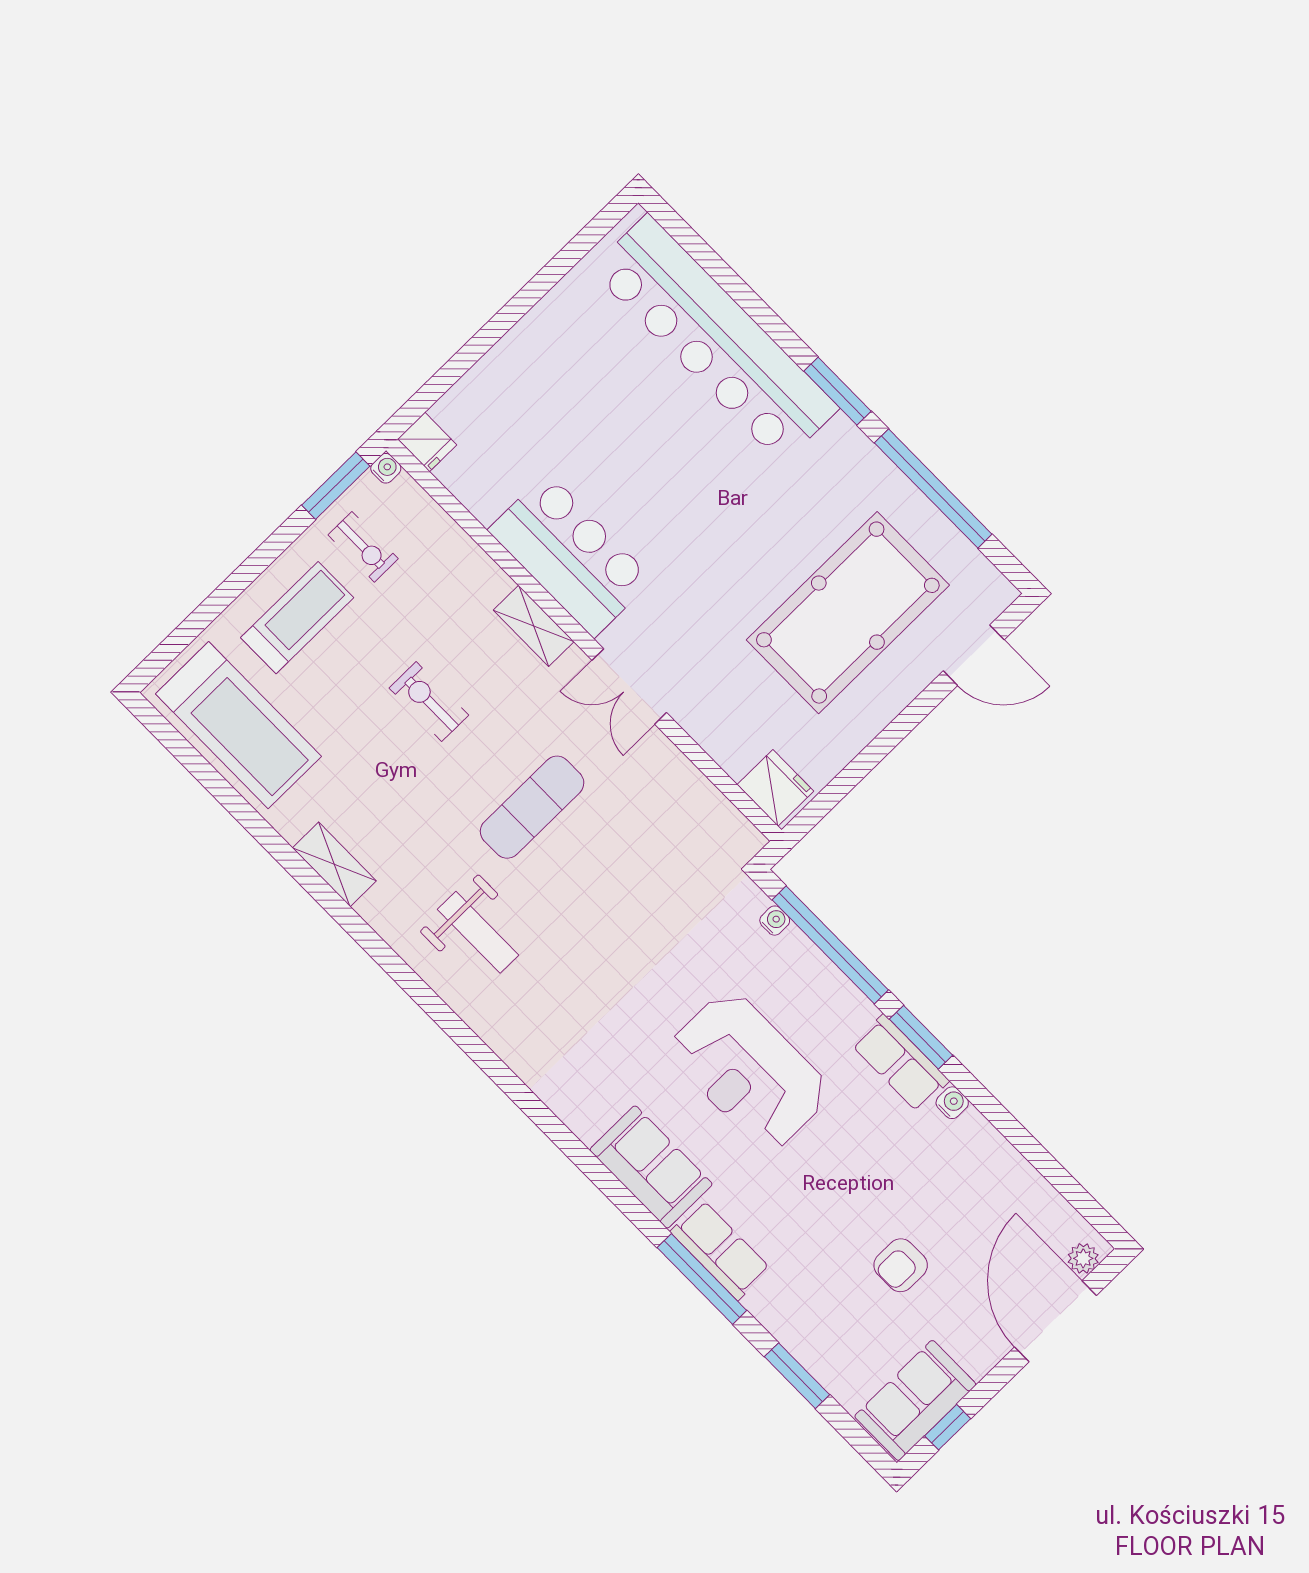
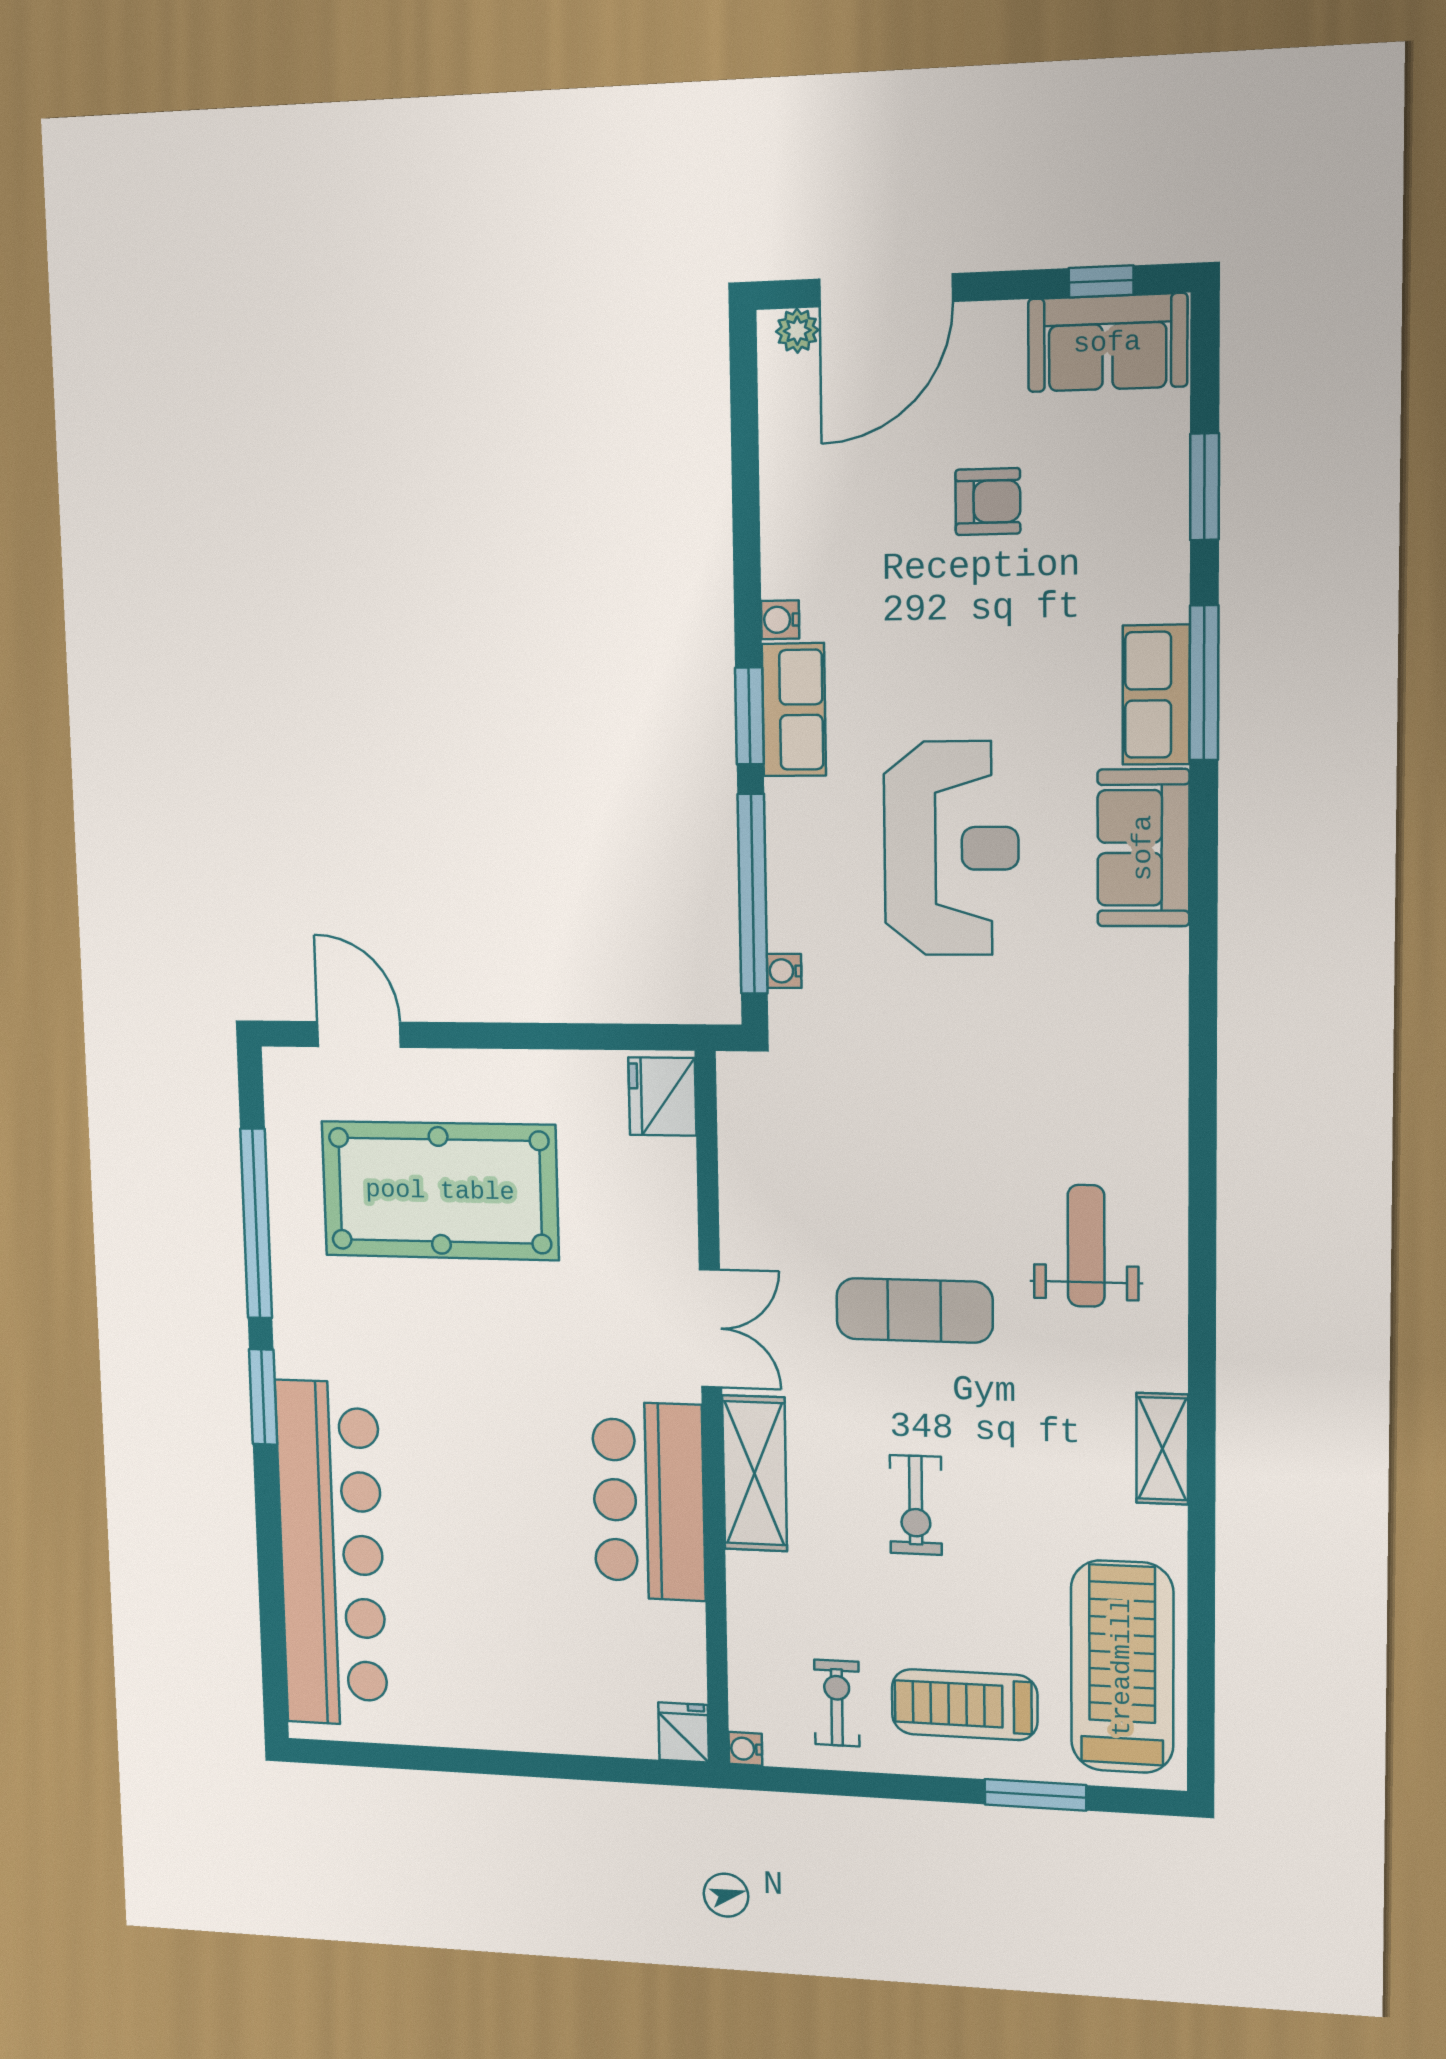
window: (336, 486) -> (1035, 1795), moved
shelving: (534, 626) -> (755, 1473), width x1.50, depth x1.33

